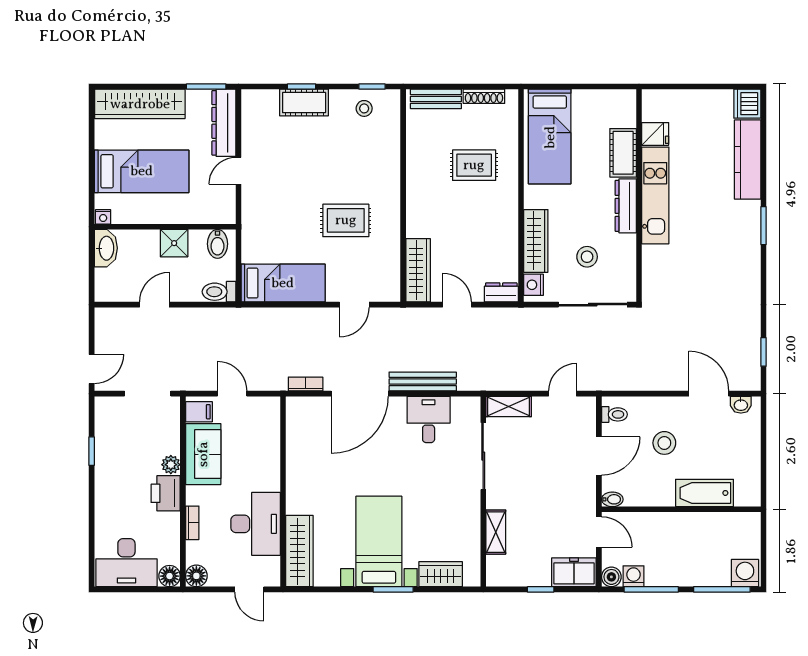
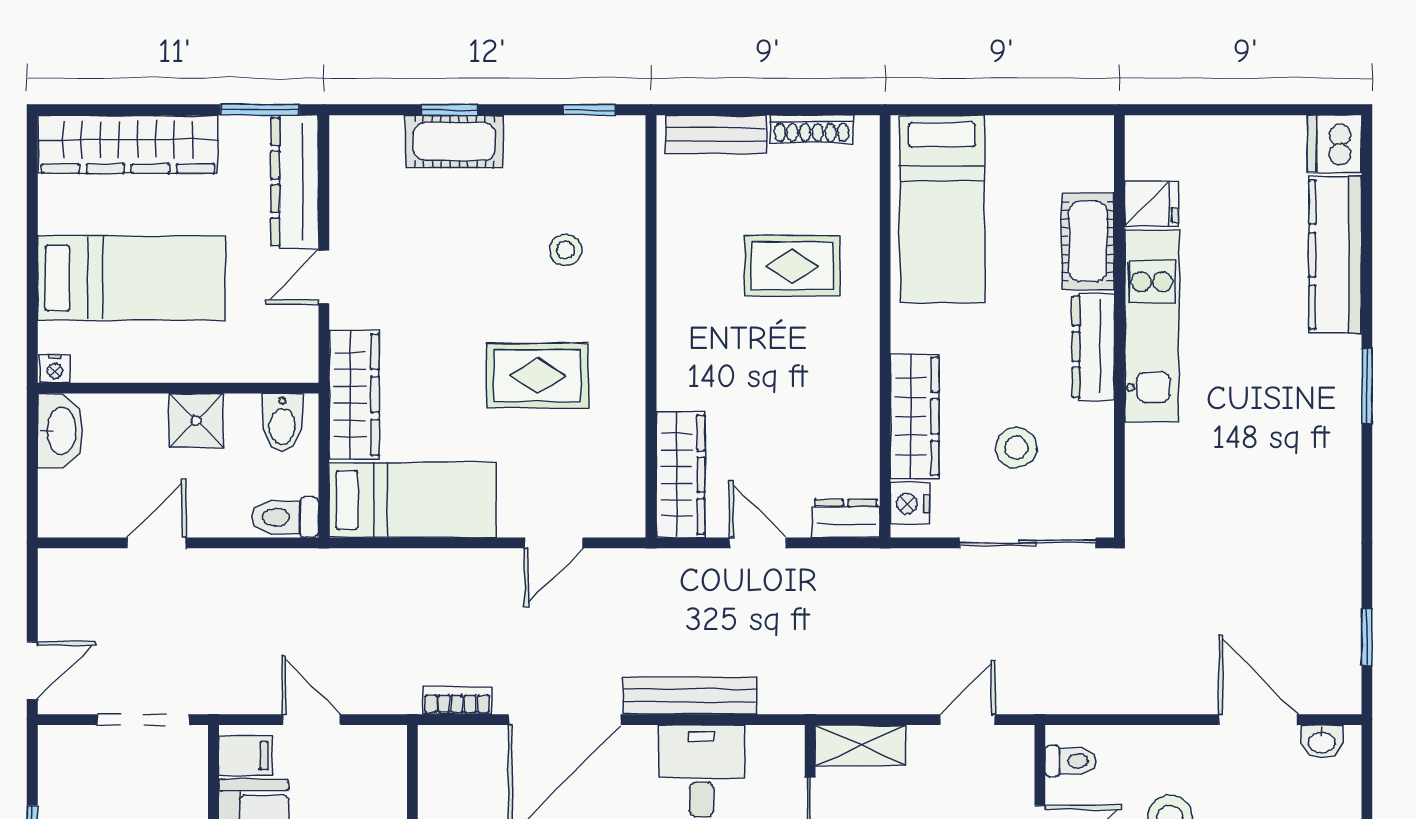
stool: (364, 108) -> (565, 250), moved
wardrobe: (254, 230) -> (354, 395), added

